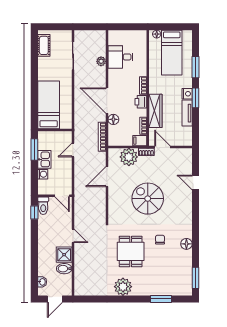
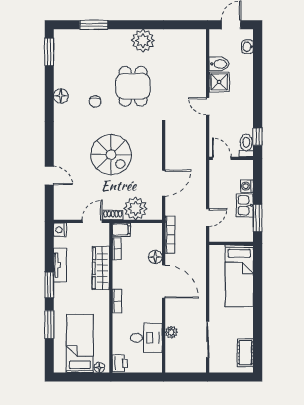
nightstand: (187, 94) -> (60, 230), moved
printer: (141, 102) -> (120, 363), moved
door: (162, 147) -> (92, 221), swing flipped

